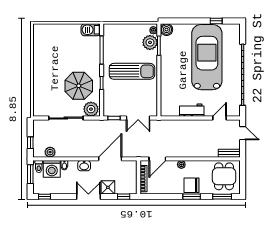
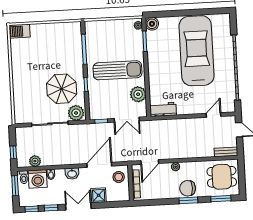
window: (216, 21) -> (204, 12), removed
barbecue: (91, 30) -> (20, 31), moved
plant: (150, 42) -> (138, 94), moved
workbench: (192, 110) -> (163, 109), moved
stool: (128, 171) -> (119, 177), added
dining table: (224, 176) -> (222, 177), turned 90
window: (124, 197) -> (51, 208), moved

